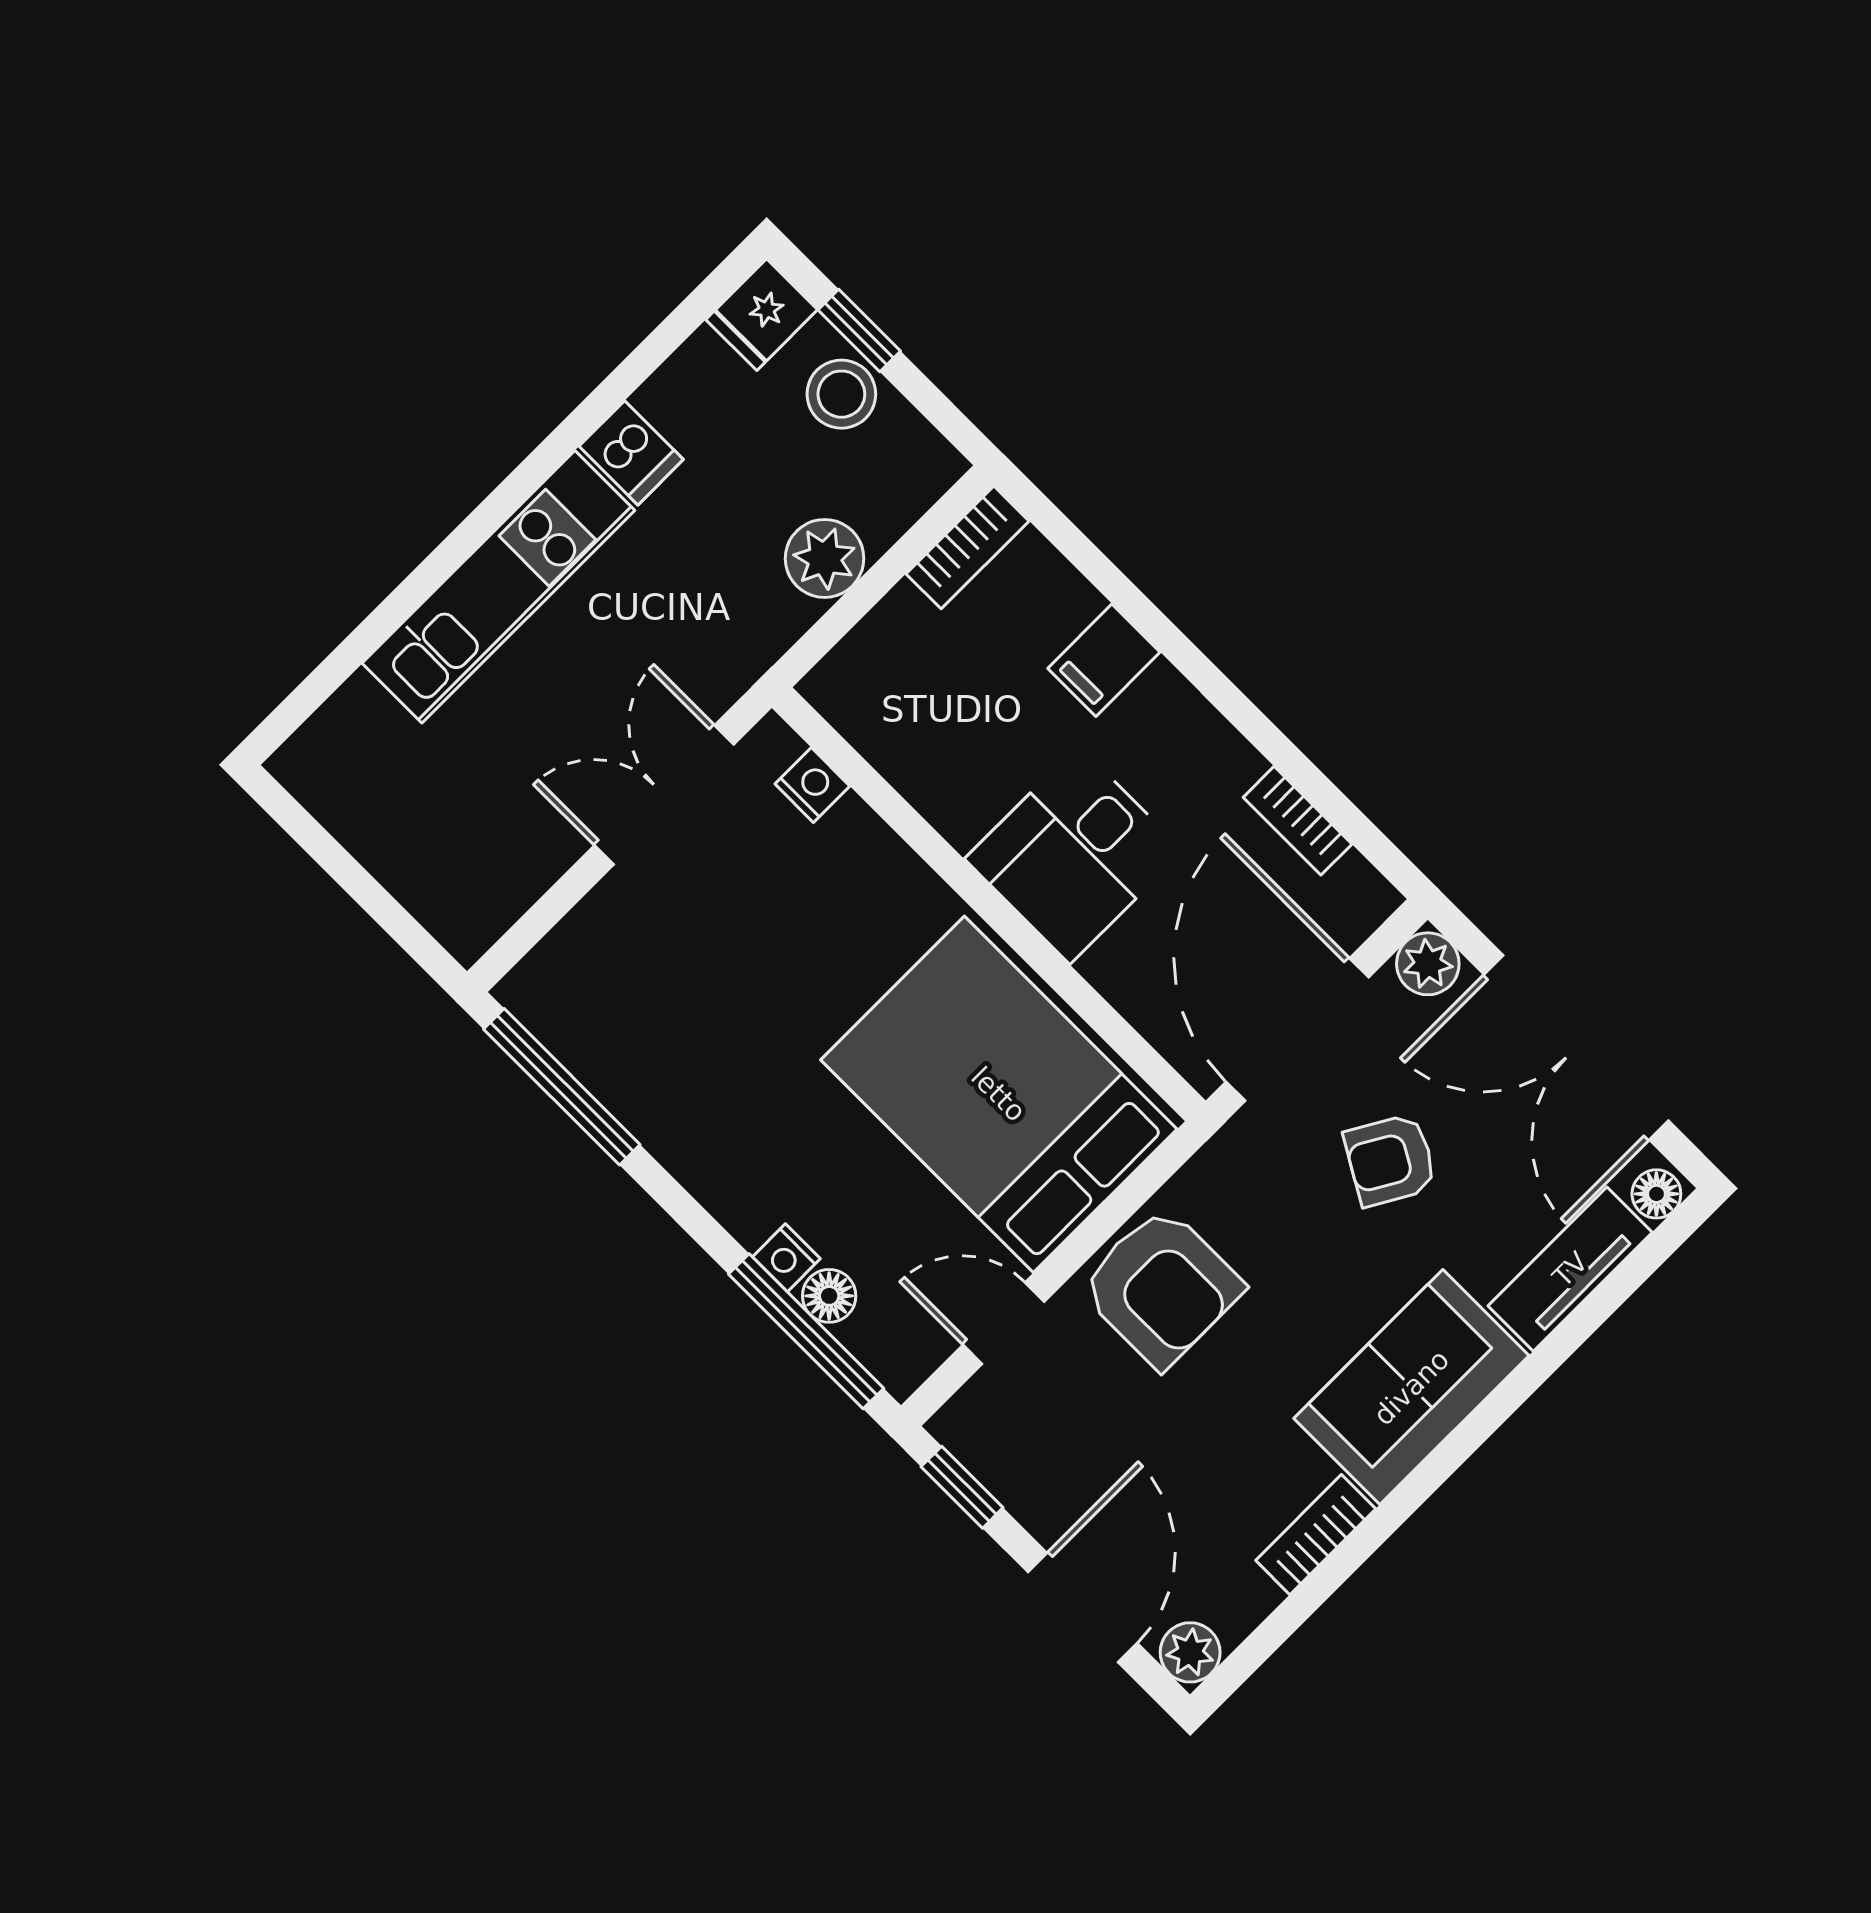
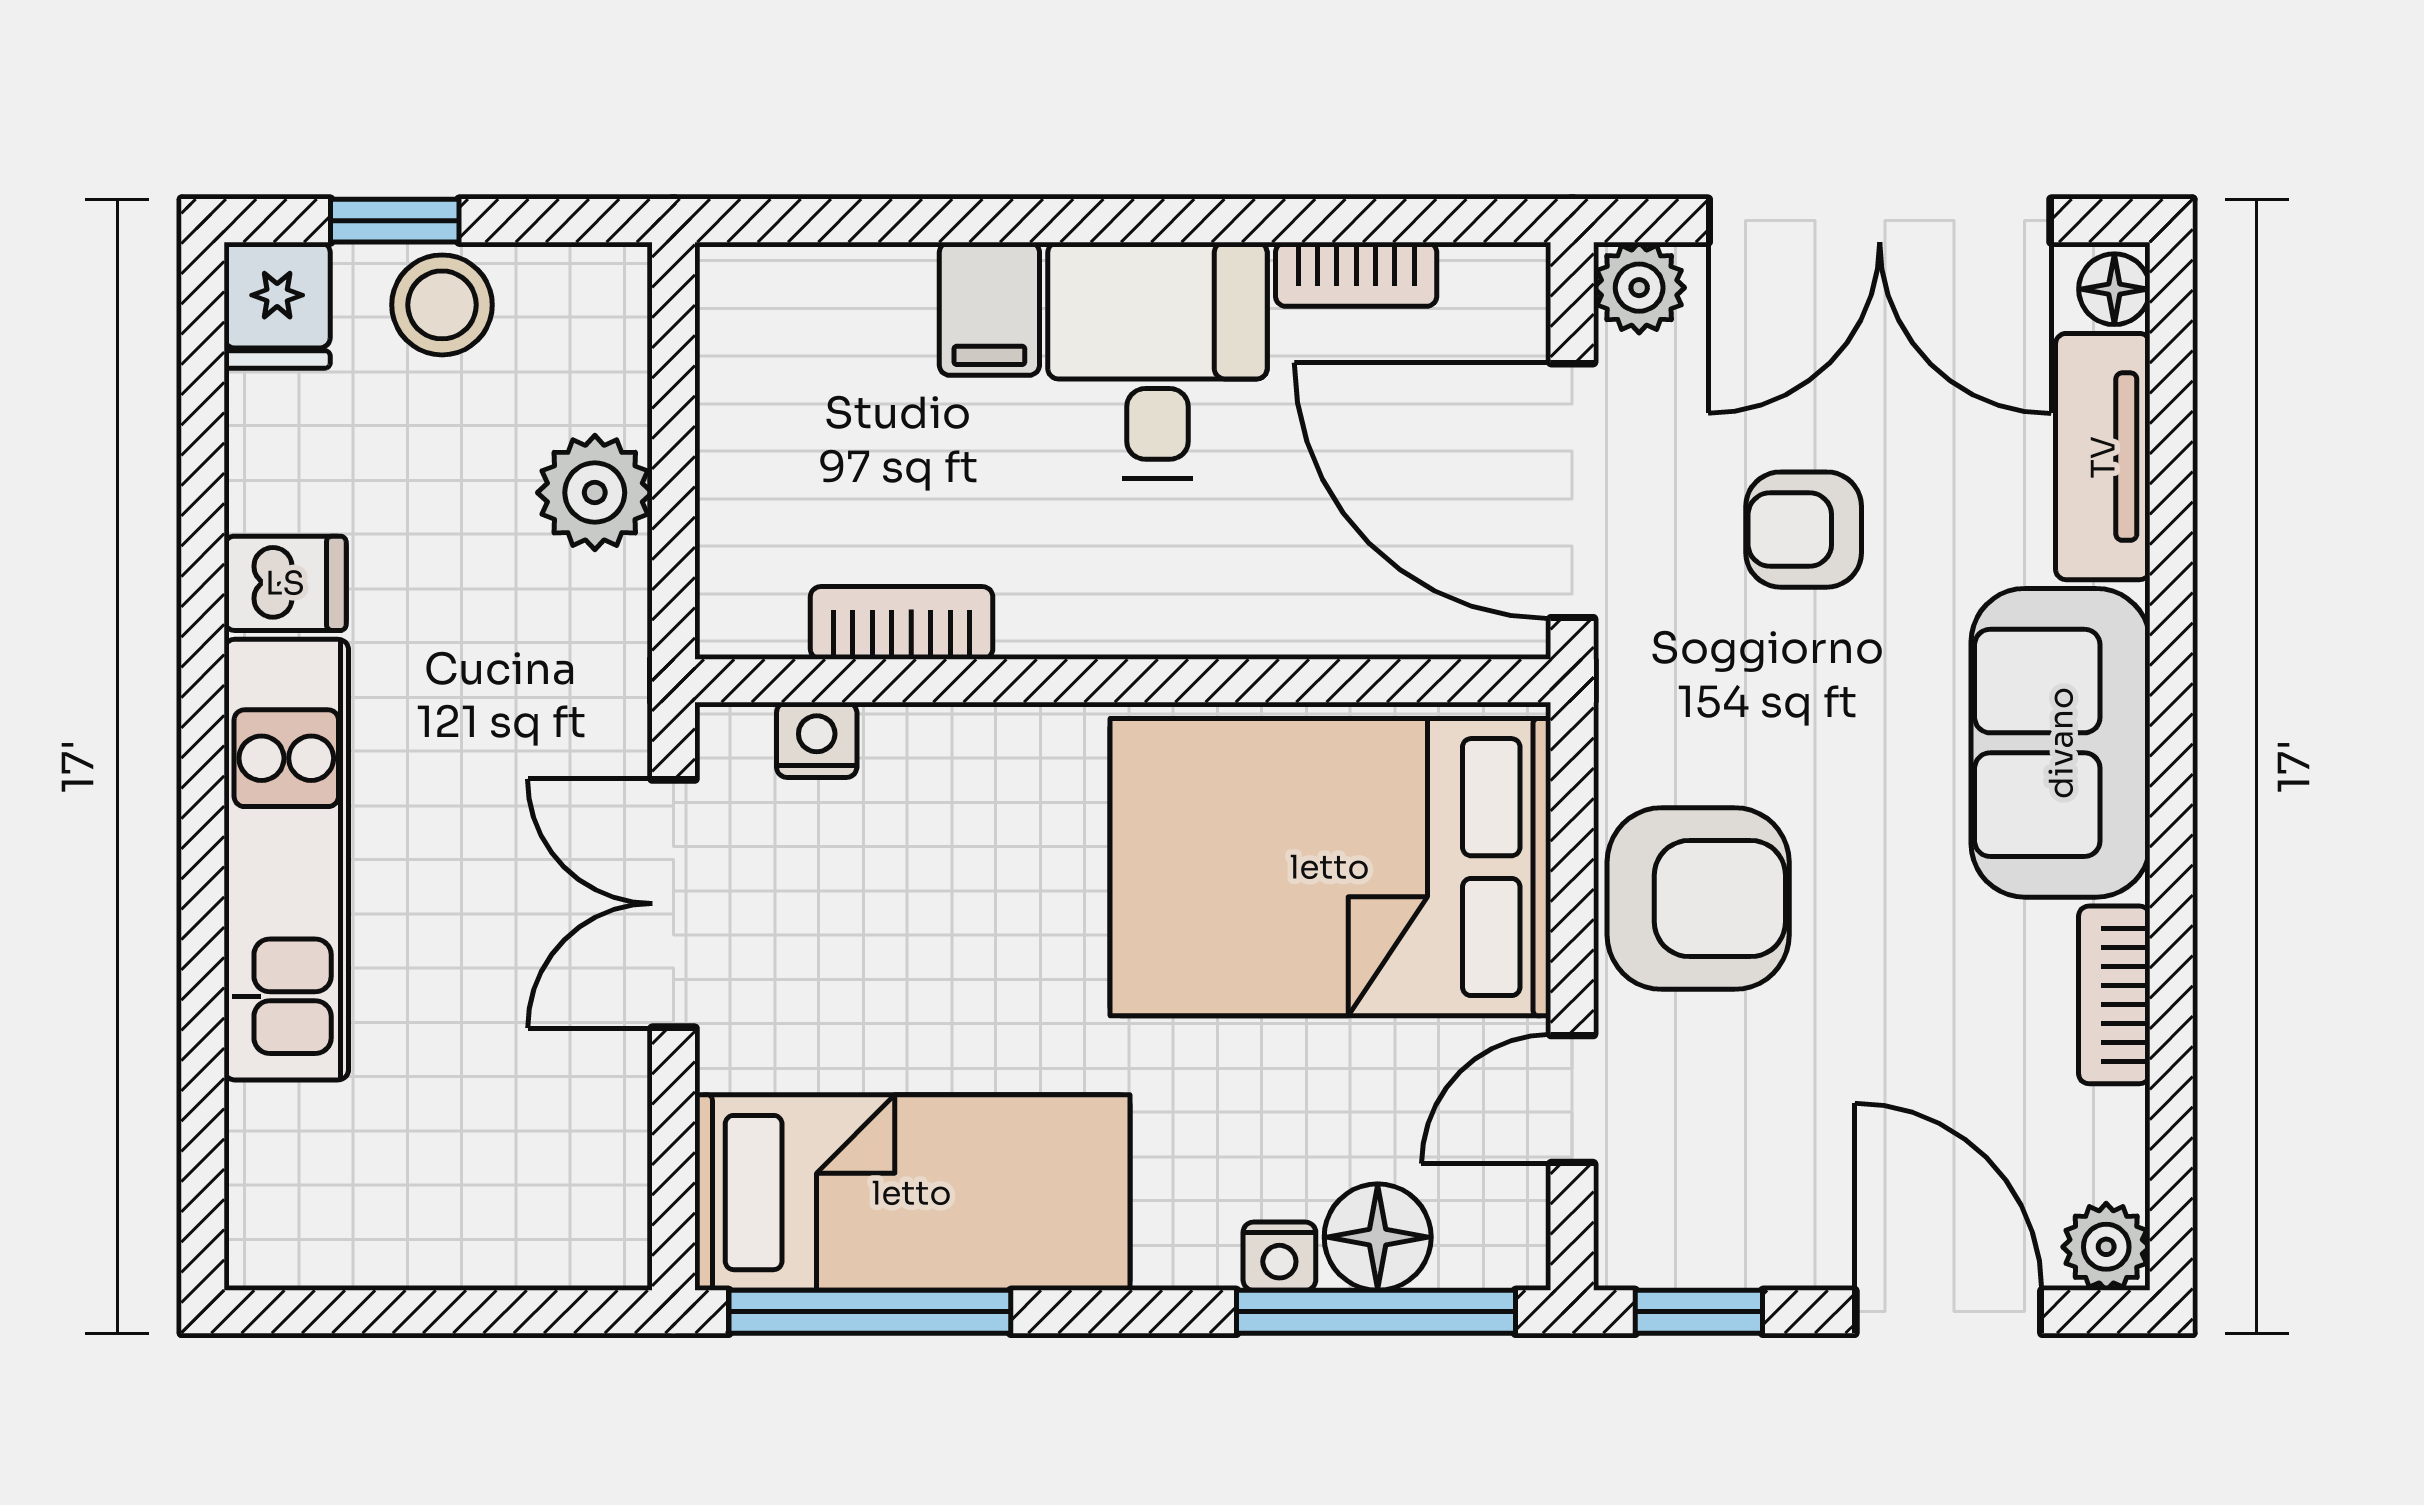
bookcase: (967, 547) -> (902, 623), moved, turned -90
desk: (1074, 855) -> (1157, 360), moved, turned 180
bed: (640, 1050) -> (912, 1193), added
armchair: (1390, 1160) -> (1804, 530), turned 60
floor lamp: (829, 1296) -> (1378, 1237), width x1.37, depth x1.37

